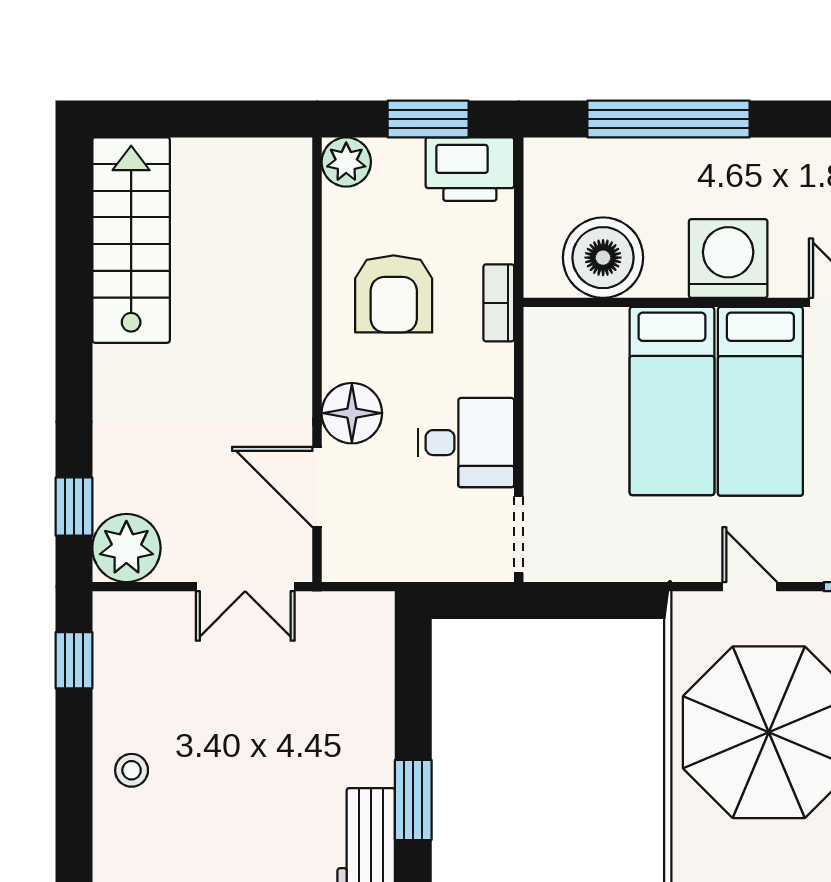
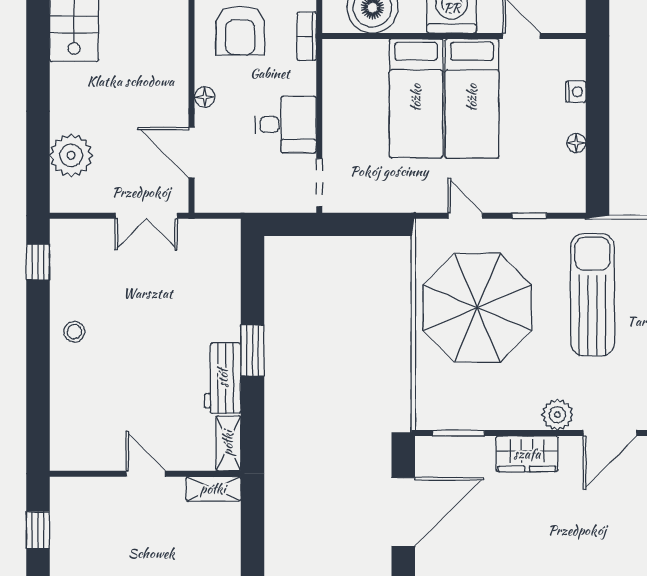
floor lamp: (352, 413) -> (205, 97), width x0.53, depth x0.53
window: (74, 507) -> (38, 165), removed
plant: (126, 548) -> (71, 155), moved

